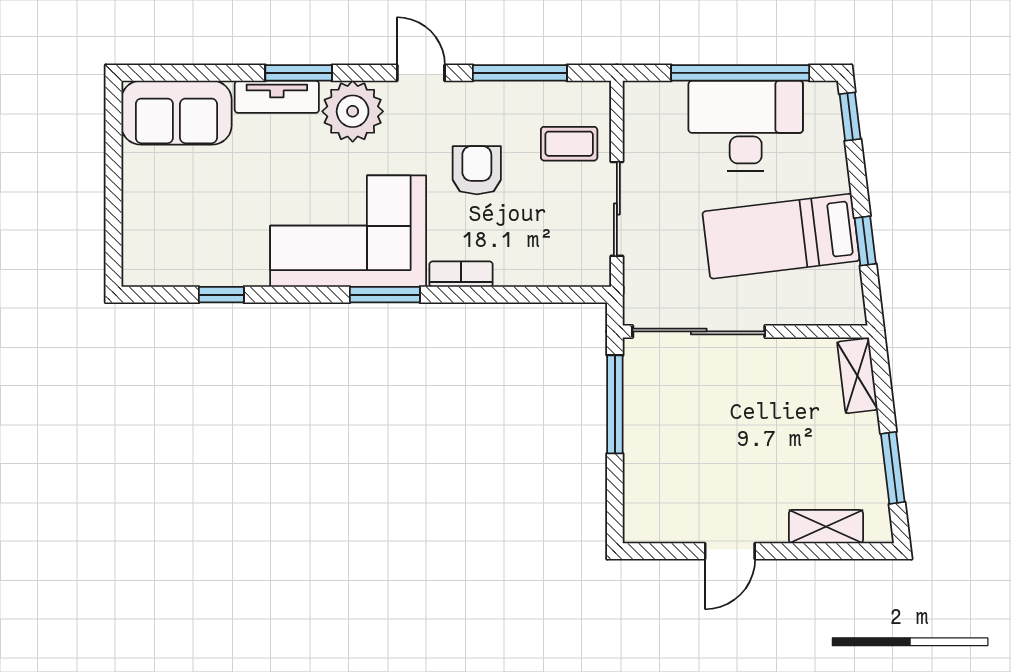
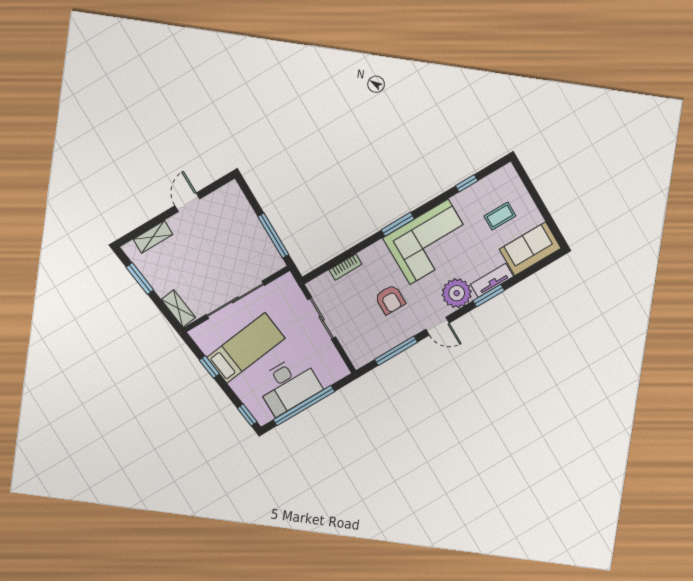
coffee table: (569, 144) -> (500, 216), moved
bookcase: (461, 274) -> (345, 267), moved
sliding door: (699, 331) -> (235, 300), moved

